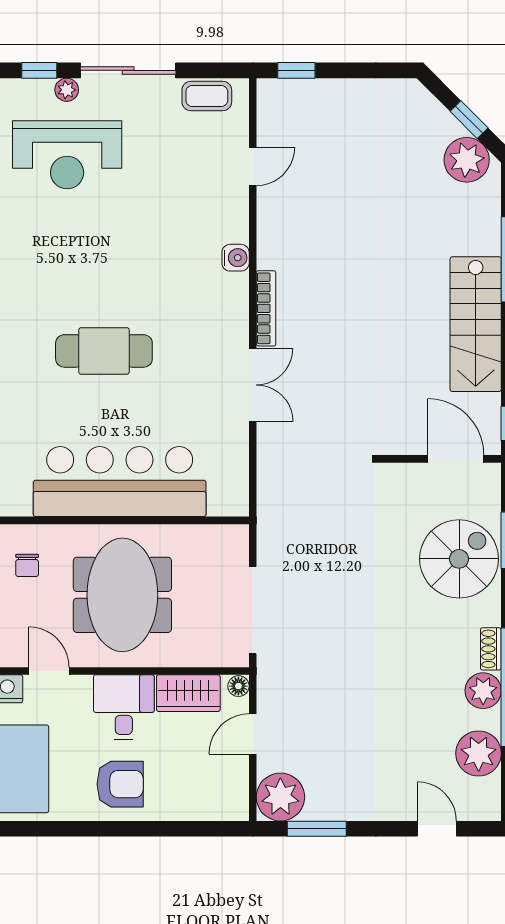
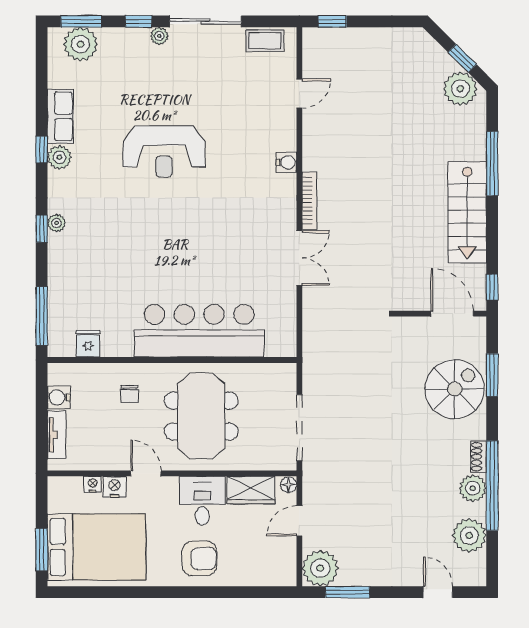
reception desk: (67, 155) -> (164, 152), moved
cafe table: (104, 351) -> (187, 232), removed

